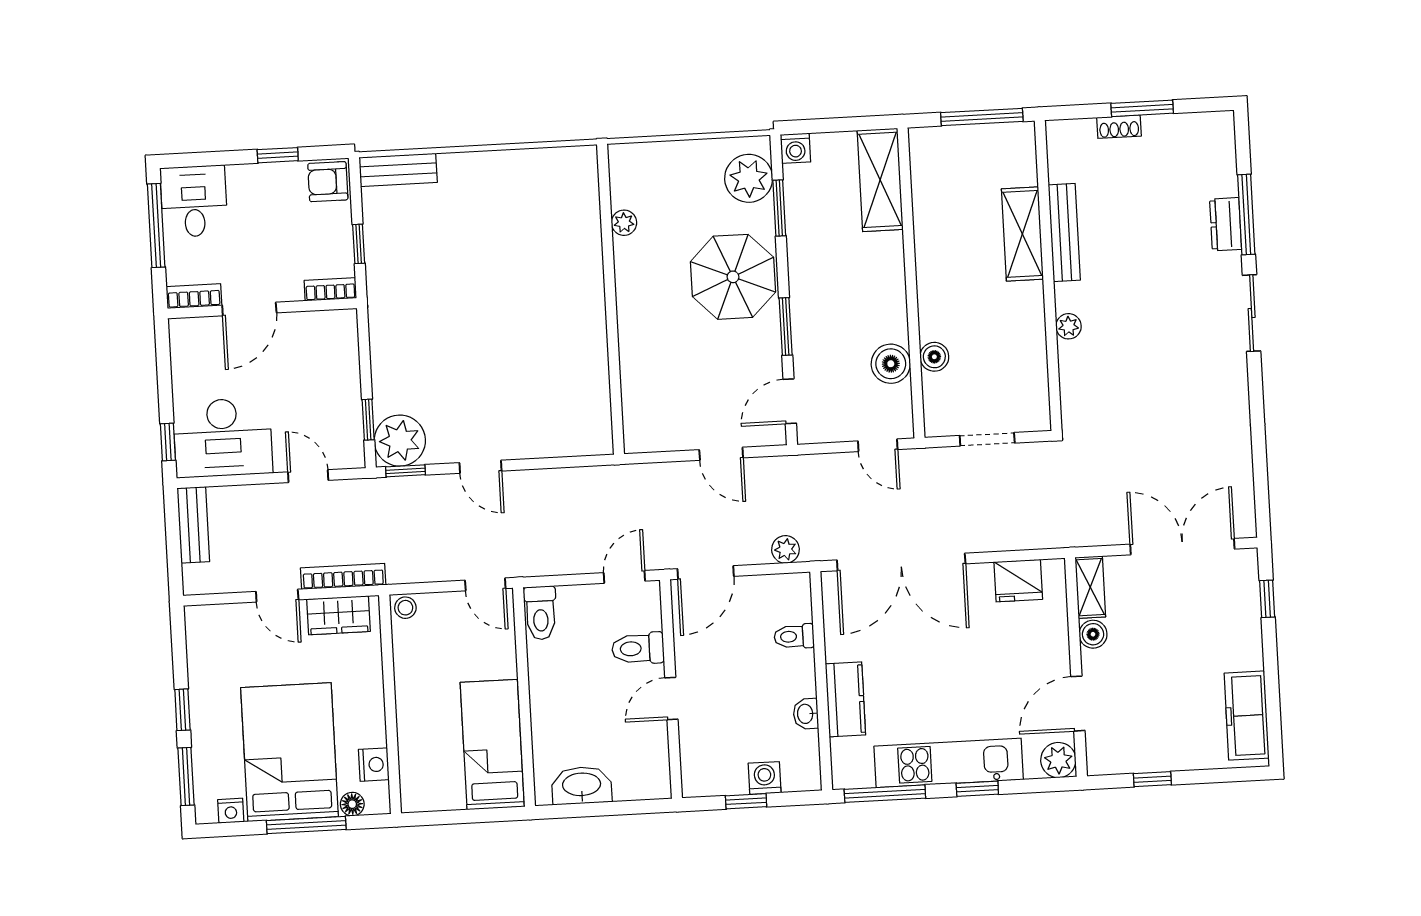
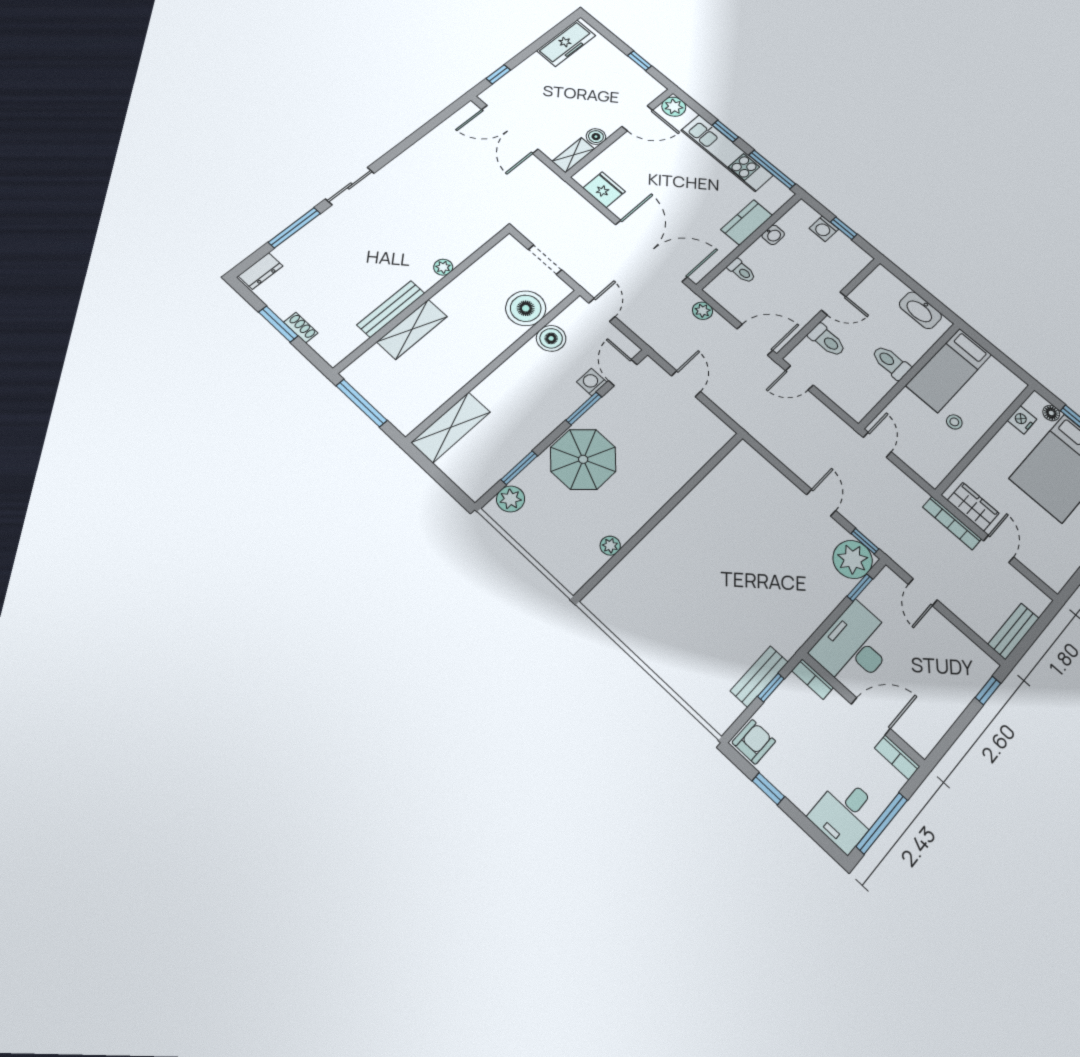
washing machine: (795, 148) -> (592, 382), moved, turned -90
bench: (398, 170) -> (759, 676), moved, turned 90
plant: (749, 178) -> (511, 499), width x0.73, depth x0.73
armchair: (328, 182) -> (754, 742), turned -90
dresser: (1226, 224) -> (261, 271), moved
boiler: (934, 357) -> (526, 308), width x1.86, depth x1.86
door: (790, 401) -> (623, 373), swing flipped
desk: (223, 438) -> (855, 646), moved, turned -90
stool: (405, 608) -> (954, 422), moved
toilet: (541, 613) -> (891, 362), moved, turned -90

